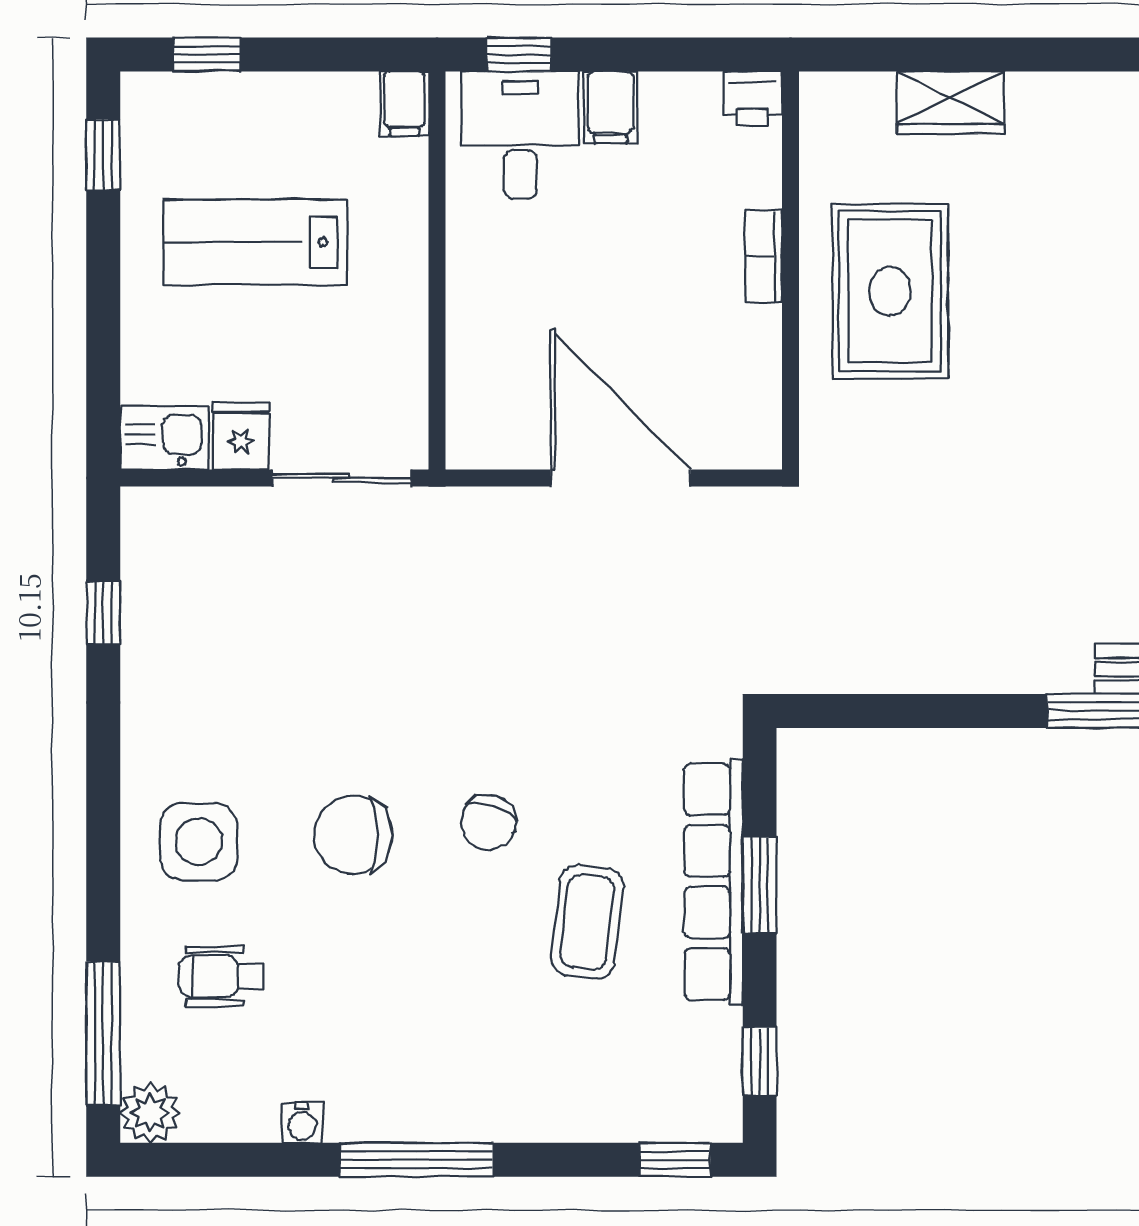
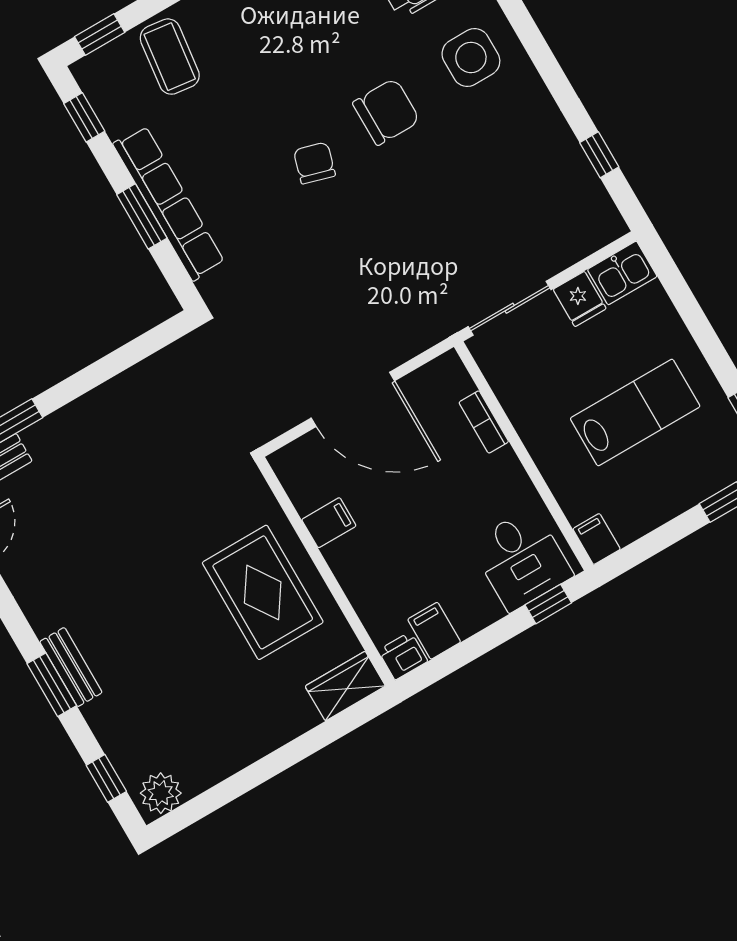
wardrobe: (951, 102) -> (345, 686), moved
filing cabinet: (611, 107) -> (434, 631), moved
bookcase: (764, 256) -> (484, 422), moved, turned 180
filing cabinet: (748, 333) -> (329, 523), added
coffee table: (587, 922) -> (170, 57), moved

